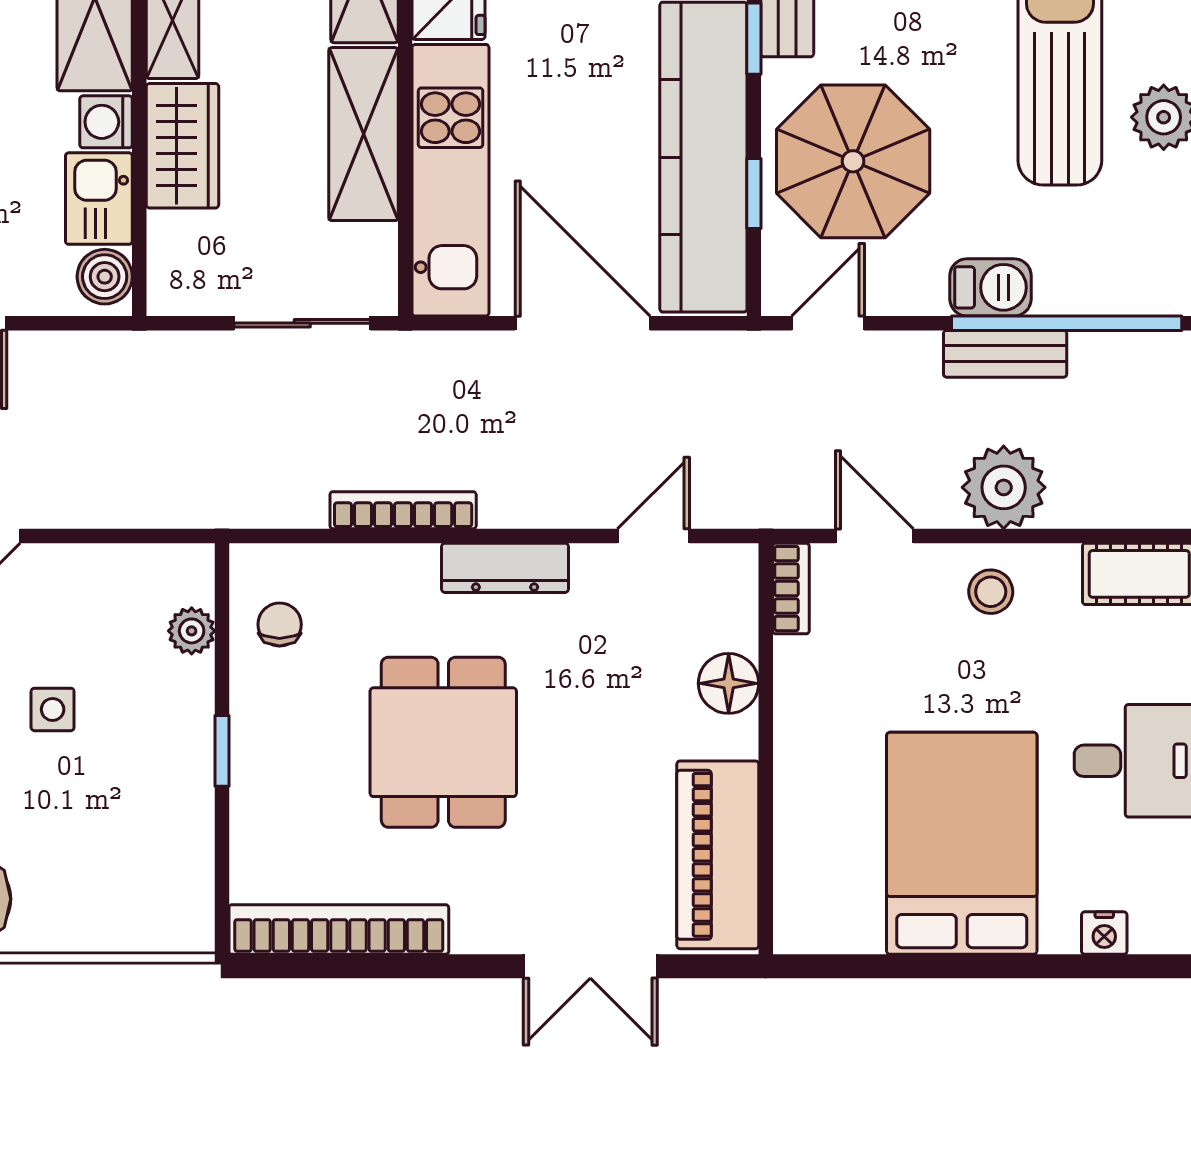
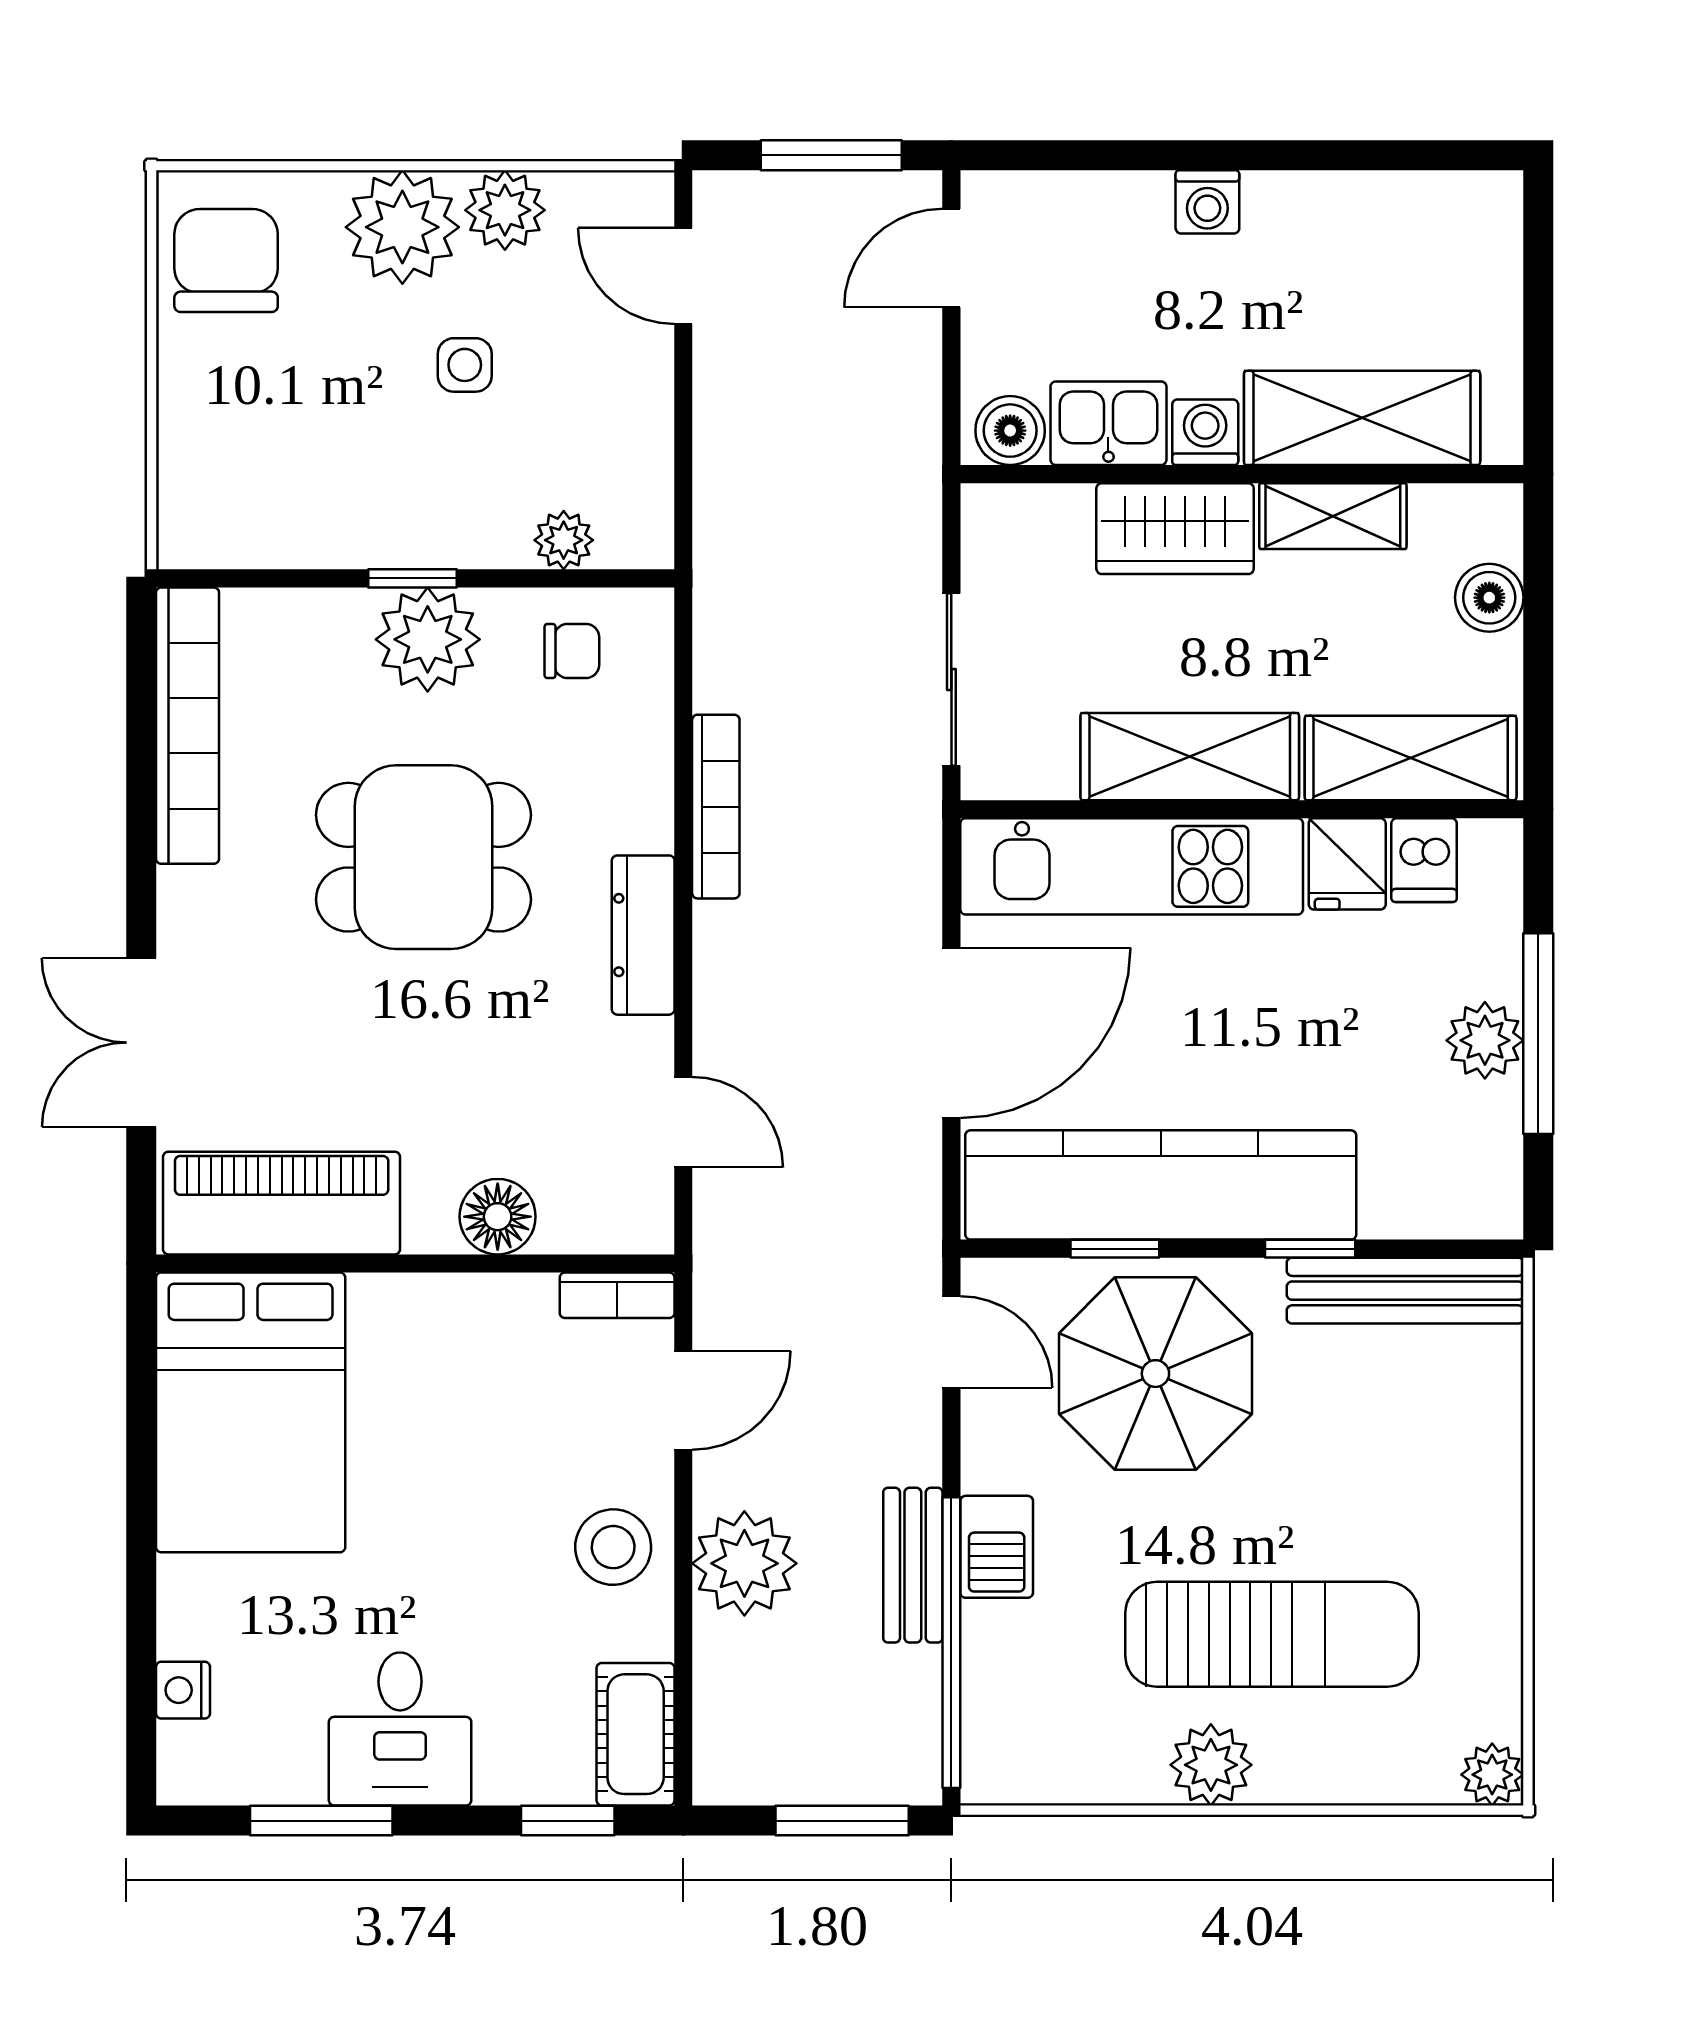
stool: (991, 592) -> (613, 1547), width x1.37, depth x1.37
plant: (270, 739) -> (428, 639), added
bed: (962, 843) -> (251, 1412), moved, turned 90

